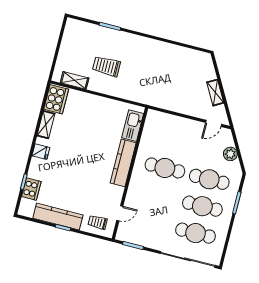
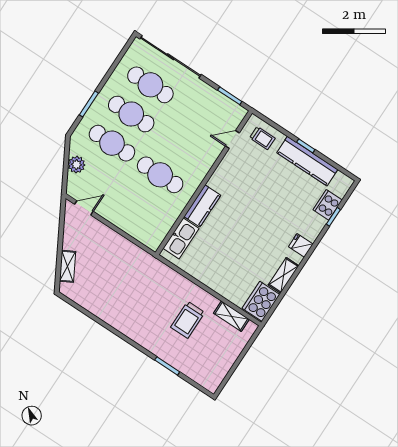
trolley: (106, 66) -> (188, 320), turned 90
shelving: (215, 93) -> (68, 266), moved
kitchen counter: (123, 163) -> (202, 206), width x0.67

